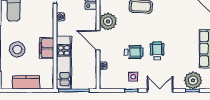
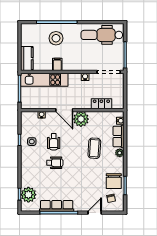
door: (98, 40) -> (64, 110), swing flipped
filing cabinet: (47, 48) -> (57, 64), width x0.50
kitchen counter: (26, 82) -> (27, 59), moved
double door: (160, 90) -> (19, 165), removed

